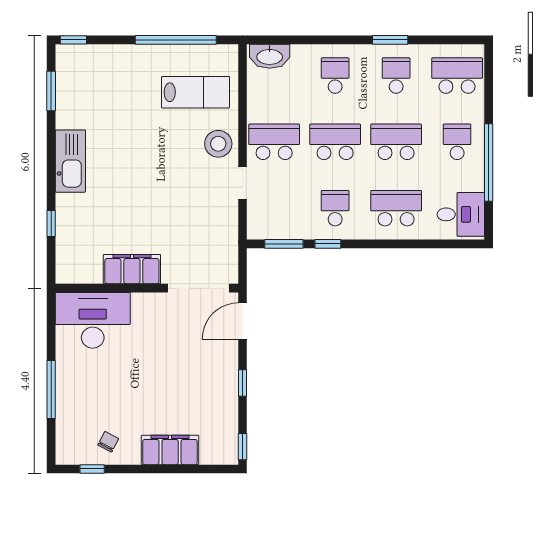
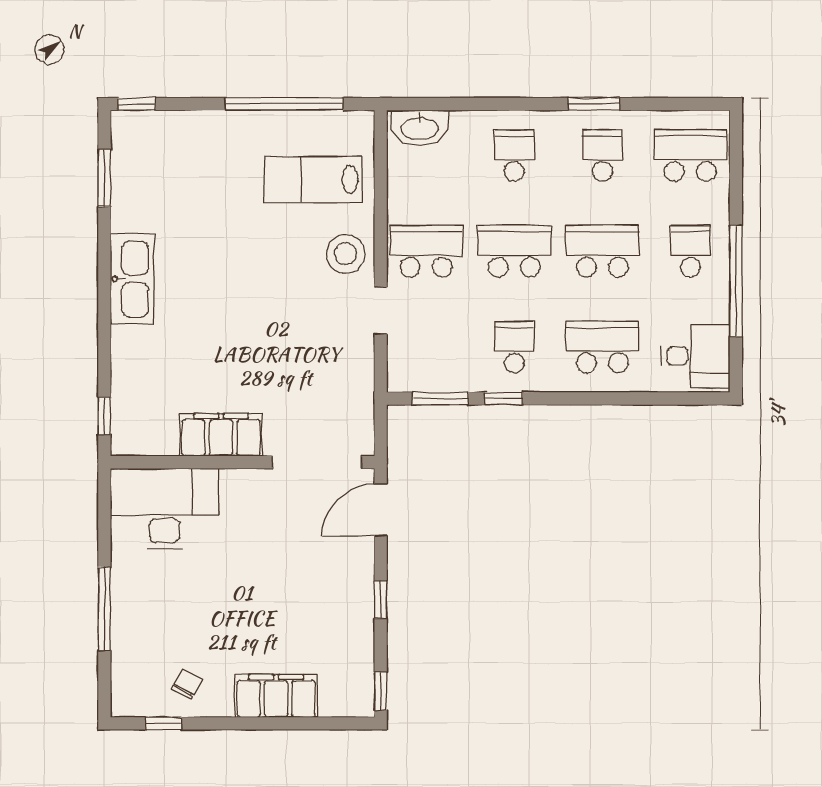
lab bench: (196, 92) -> (313, 180), turned 180
window: (51, 224) -> (104, 416), moved

